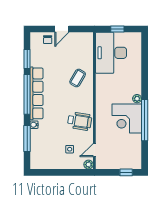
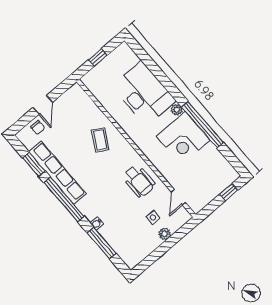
desk: (111, 53) -> (144, 94), moved, turned 180
row of seats: (37, 93) -> (57, 173), moved
wheelchair: (80, 121) -> (139, 181), turned 81
plant: (89, 165) -> (165, 234), moved

